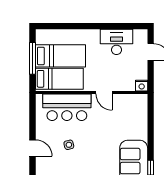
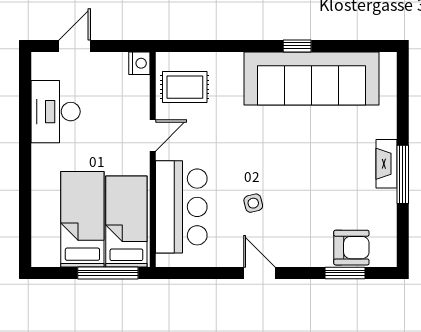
window: (33, 58) -> (108, 273), moved
rug: (129, 109) -> (185, 87), added
door: (33, 148) -> (259, 273), hinge flipped

